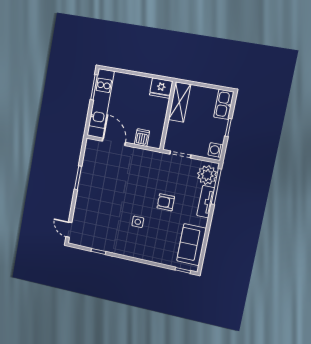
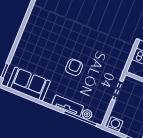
plant: (207, 175) -> (87, 114), width x0.53, depth x0.53
side table: (138, 222) -> (60, 36), removed

